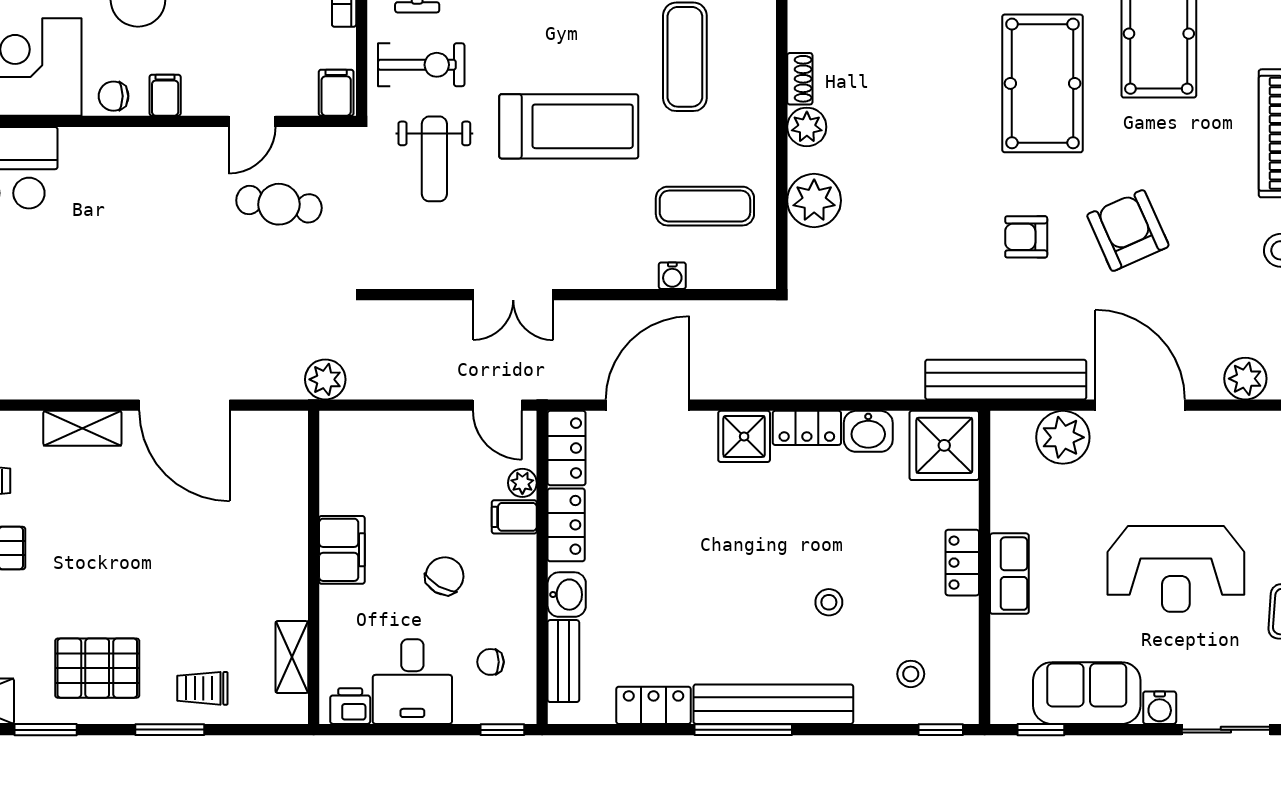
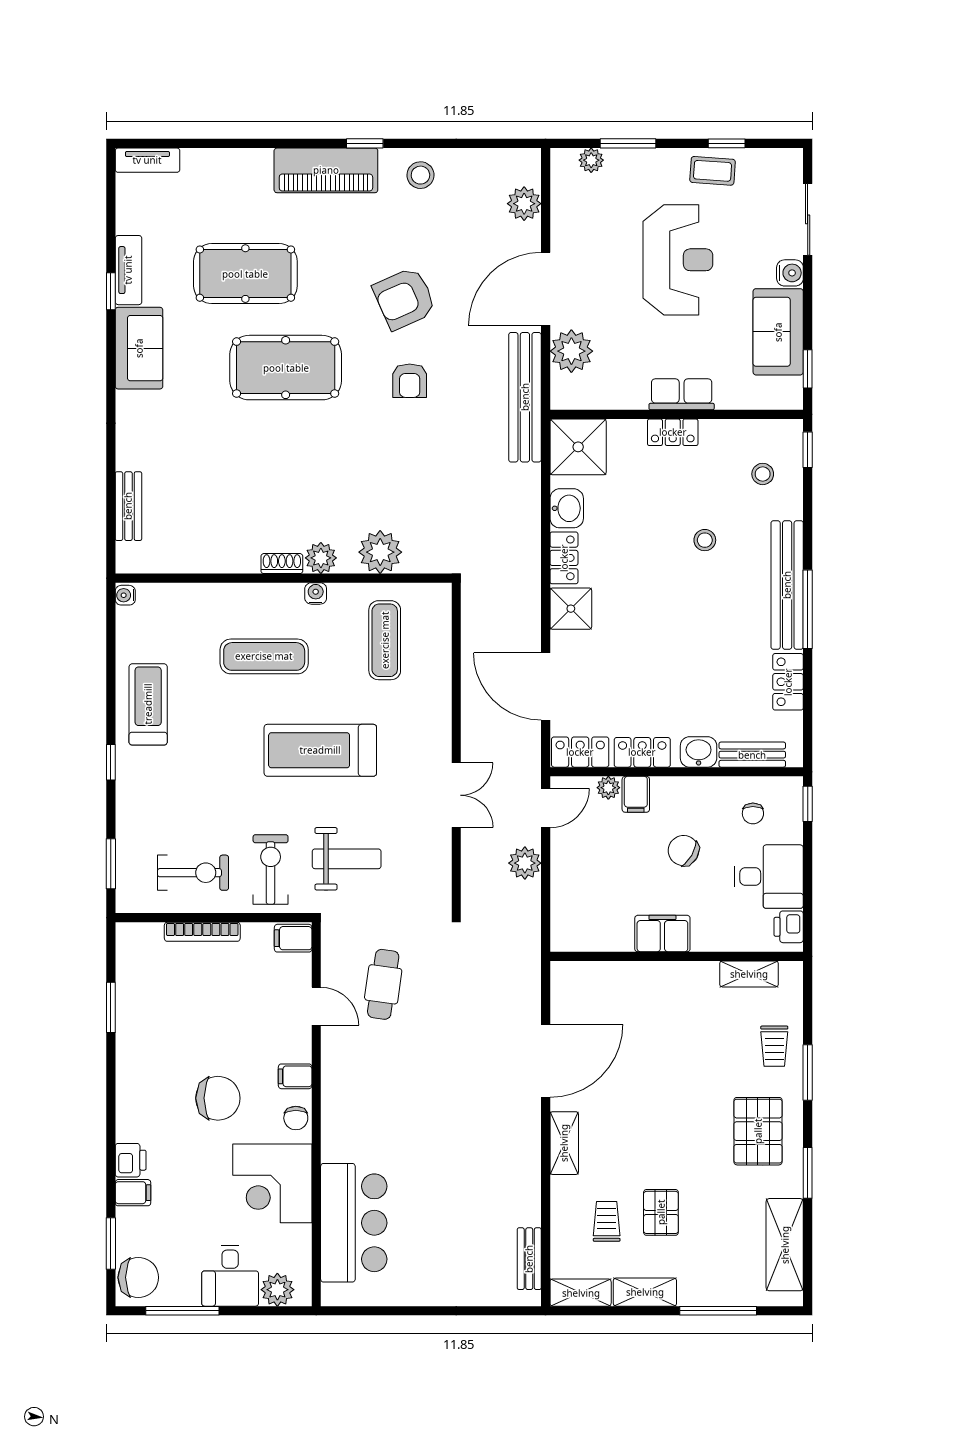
treadmill: (569, 126) -> (320, 750), turned -90
water cooler: (672, 276) -> (316, 593), moved, turned -90
plant: (325, 379) -> (525, 863), moved

